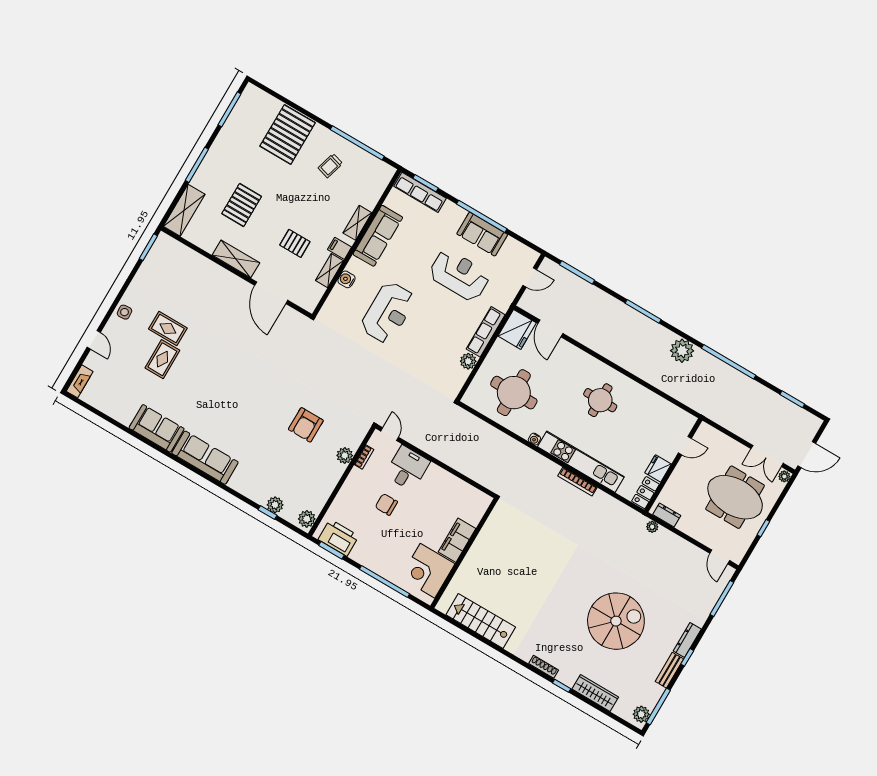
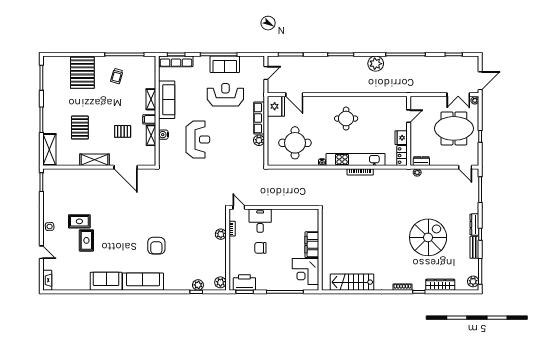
armchair: (306, 425) -> (156, 246), moved

